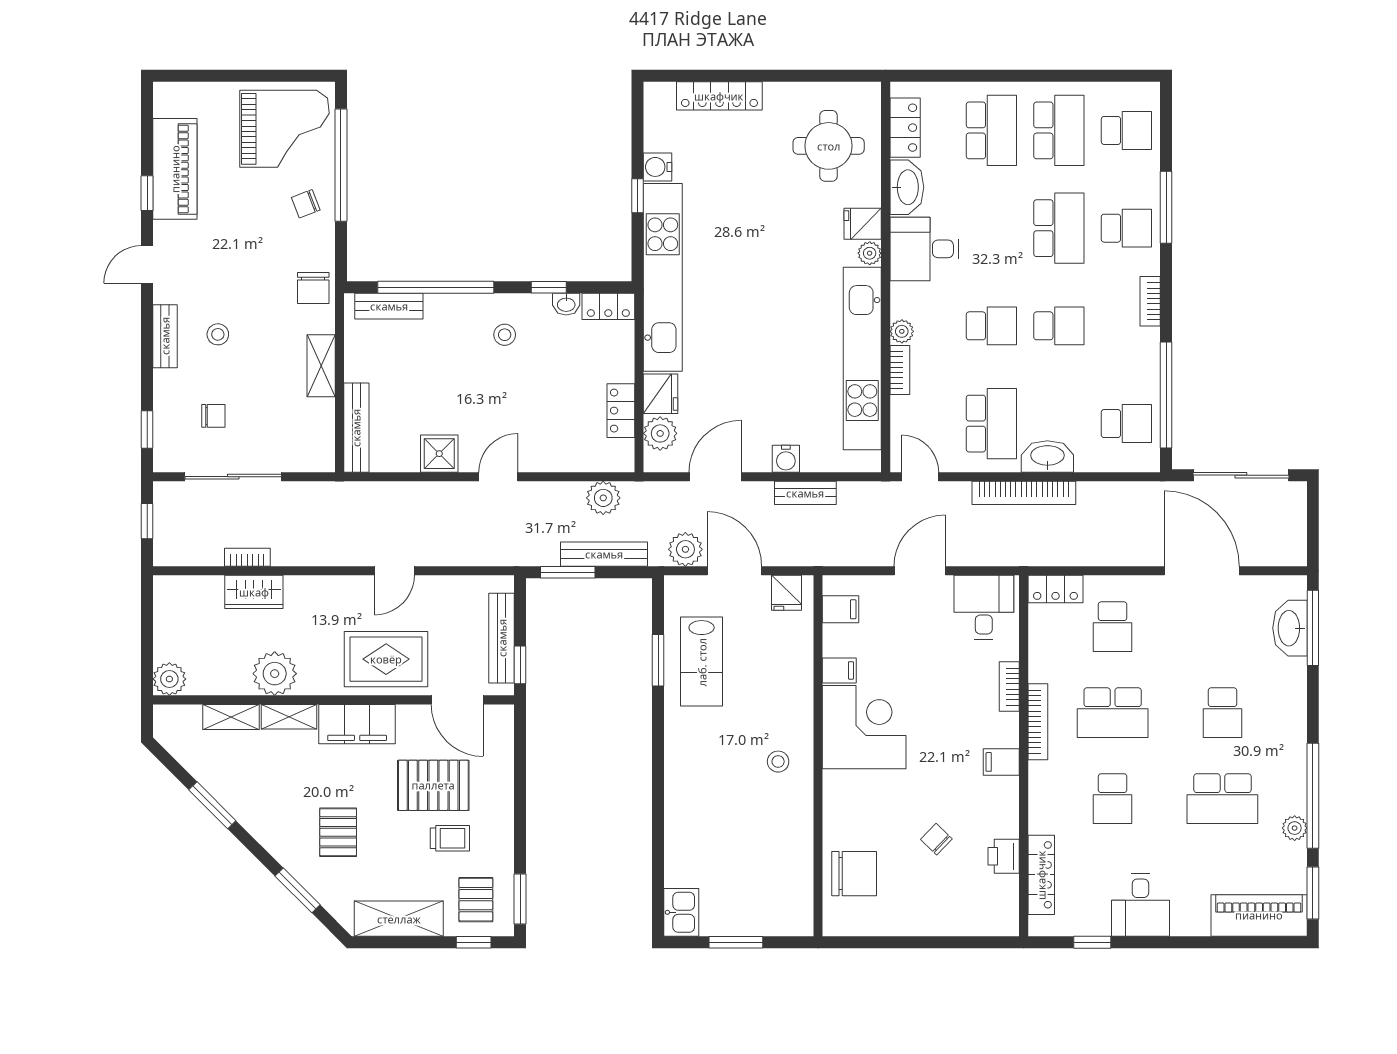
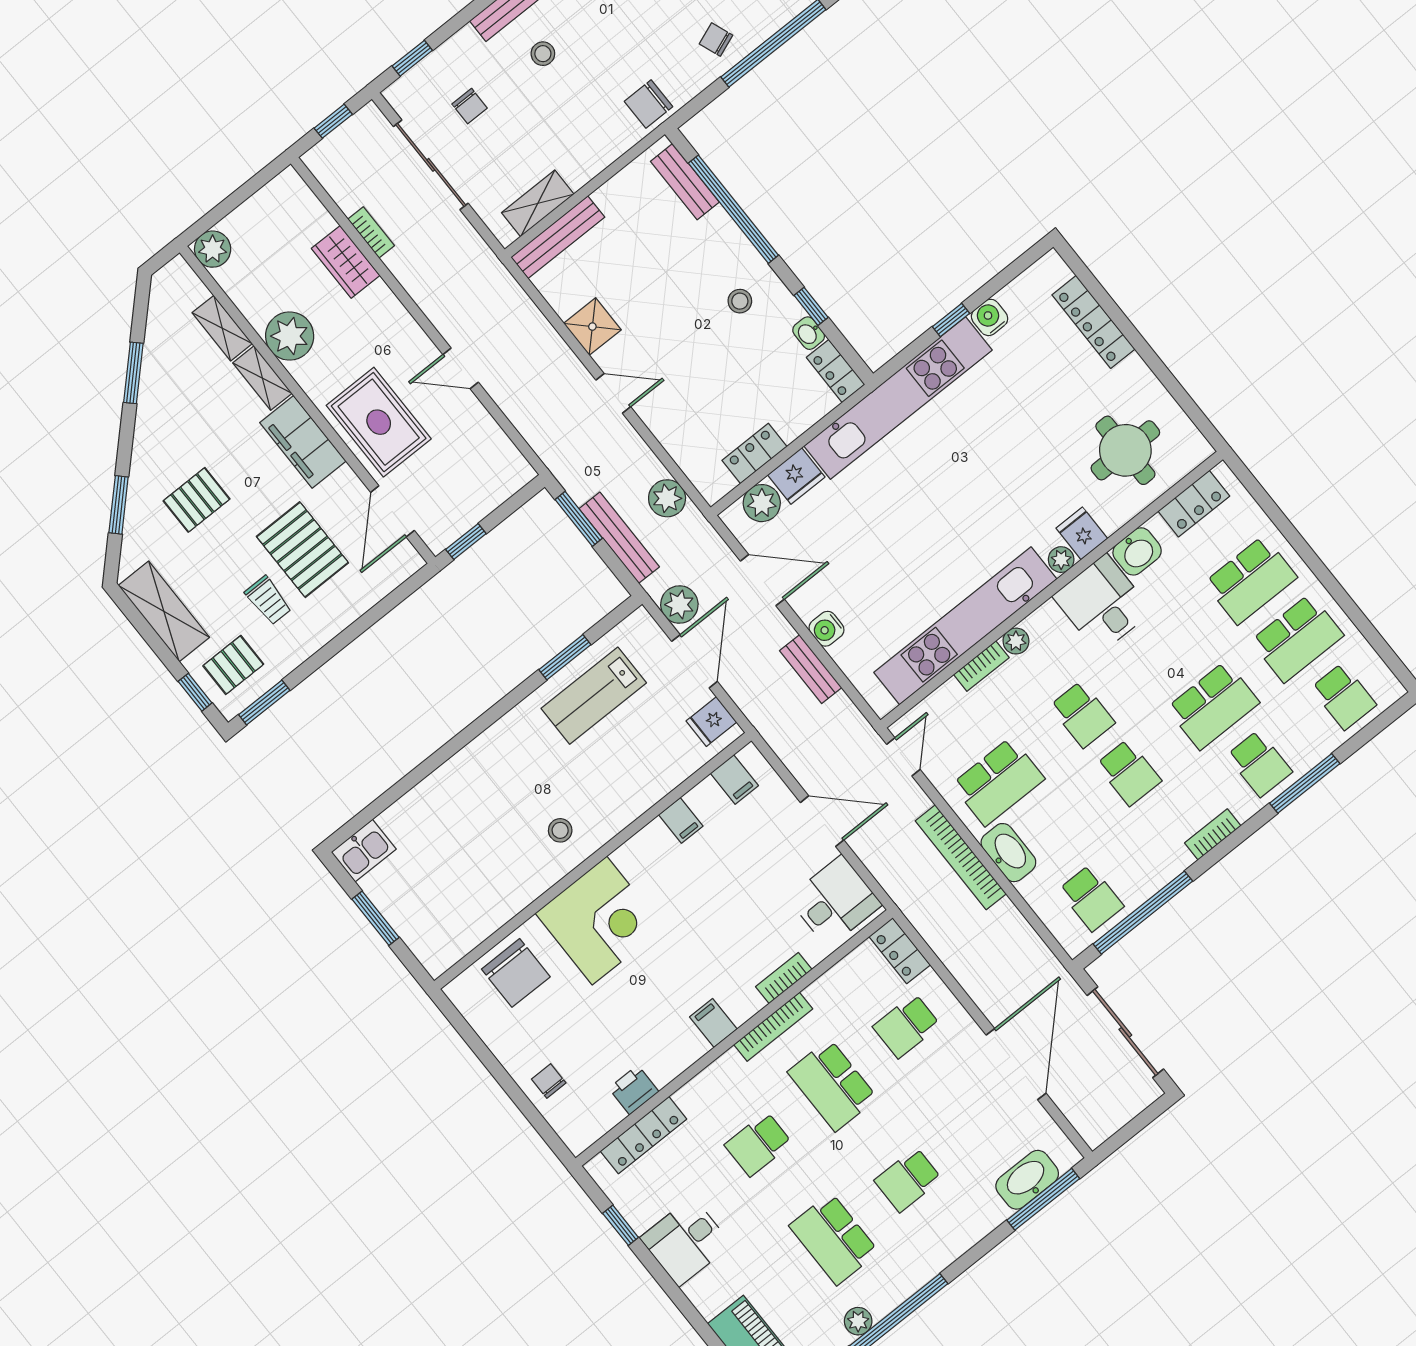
washbasin: (907, 187) -> (1137, 551), width x0.72
shelving: (321, 366) -> (538, 203), moved
bench: (502, 638) -> (476, 507), removed
corner desk: (864, 727) -> (599, 921), moved
chair: (936, 839) -> (549, 1081), moved, turned -44

